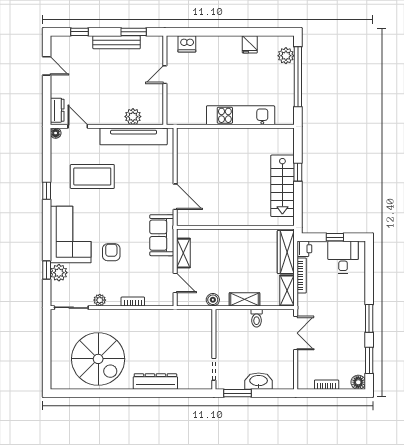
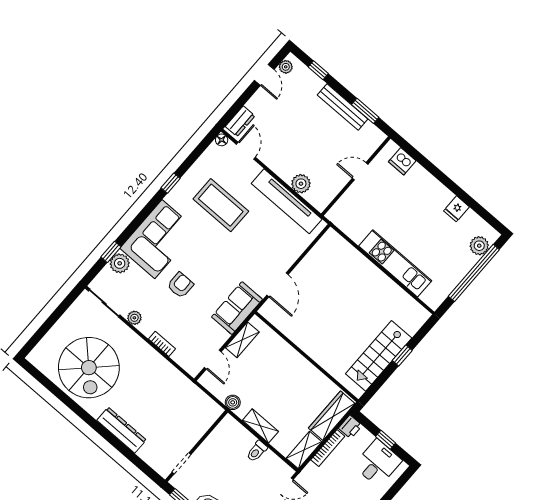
plant: (56, 48) -> (286, 67), added

